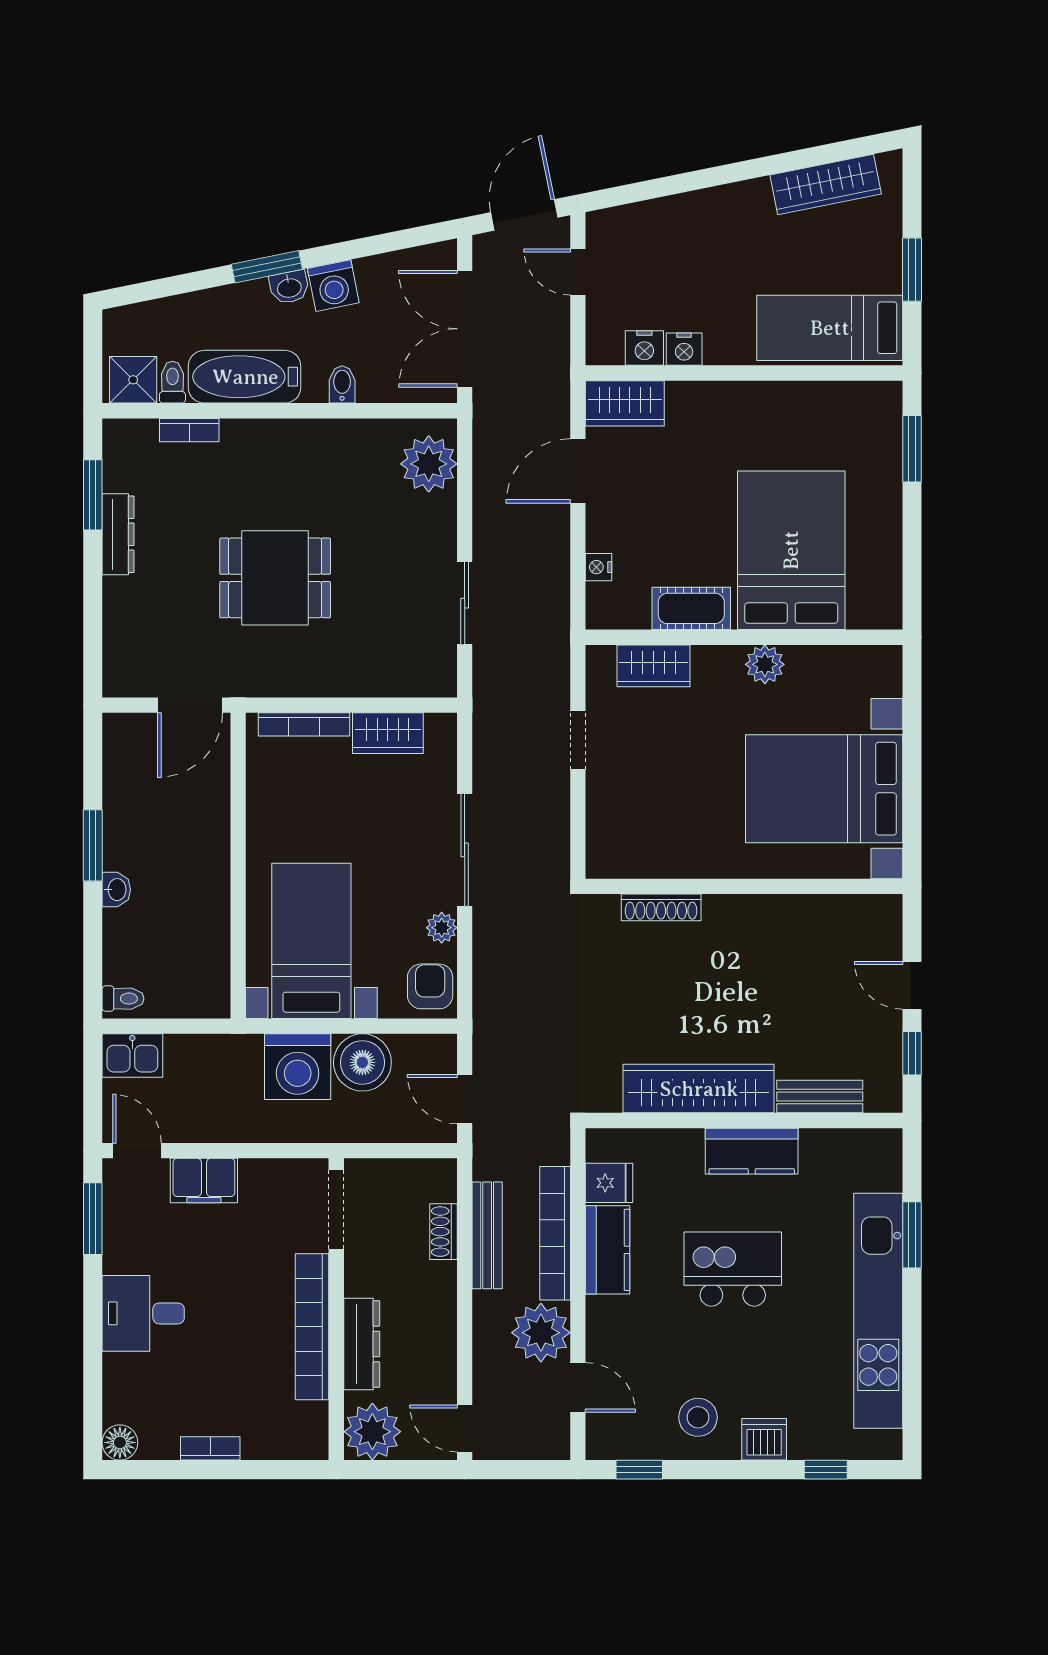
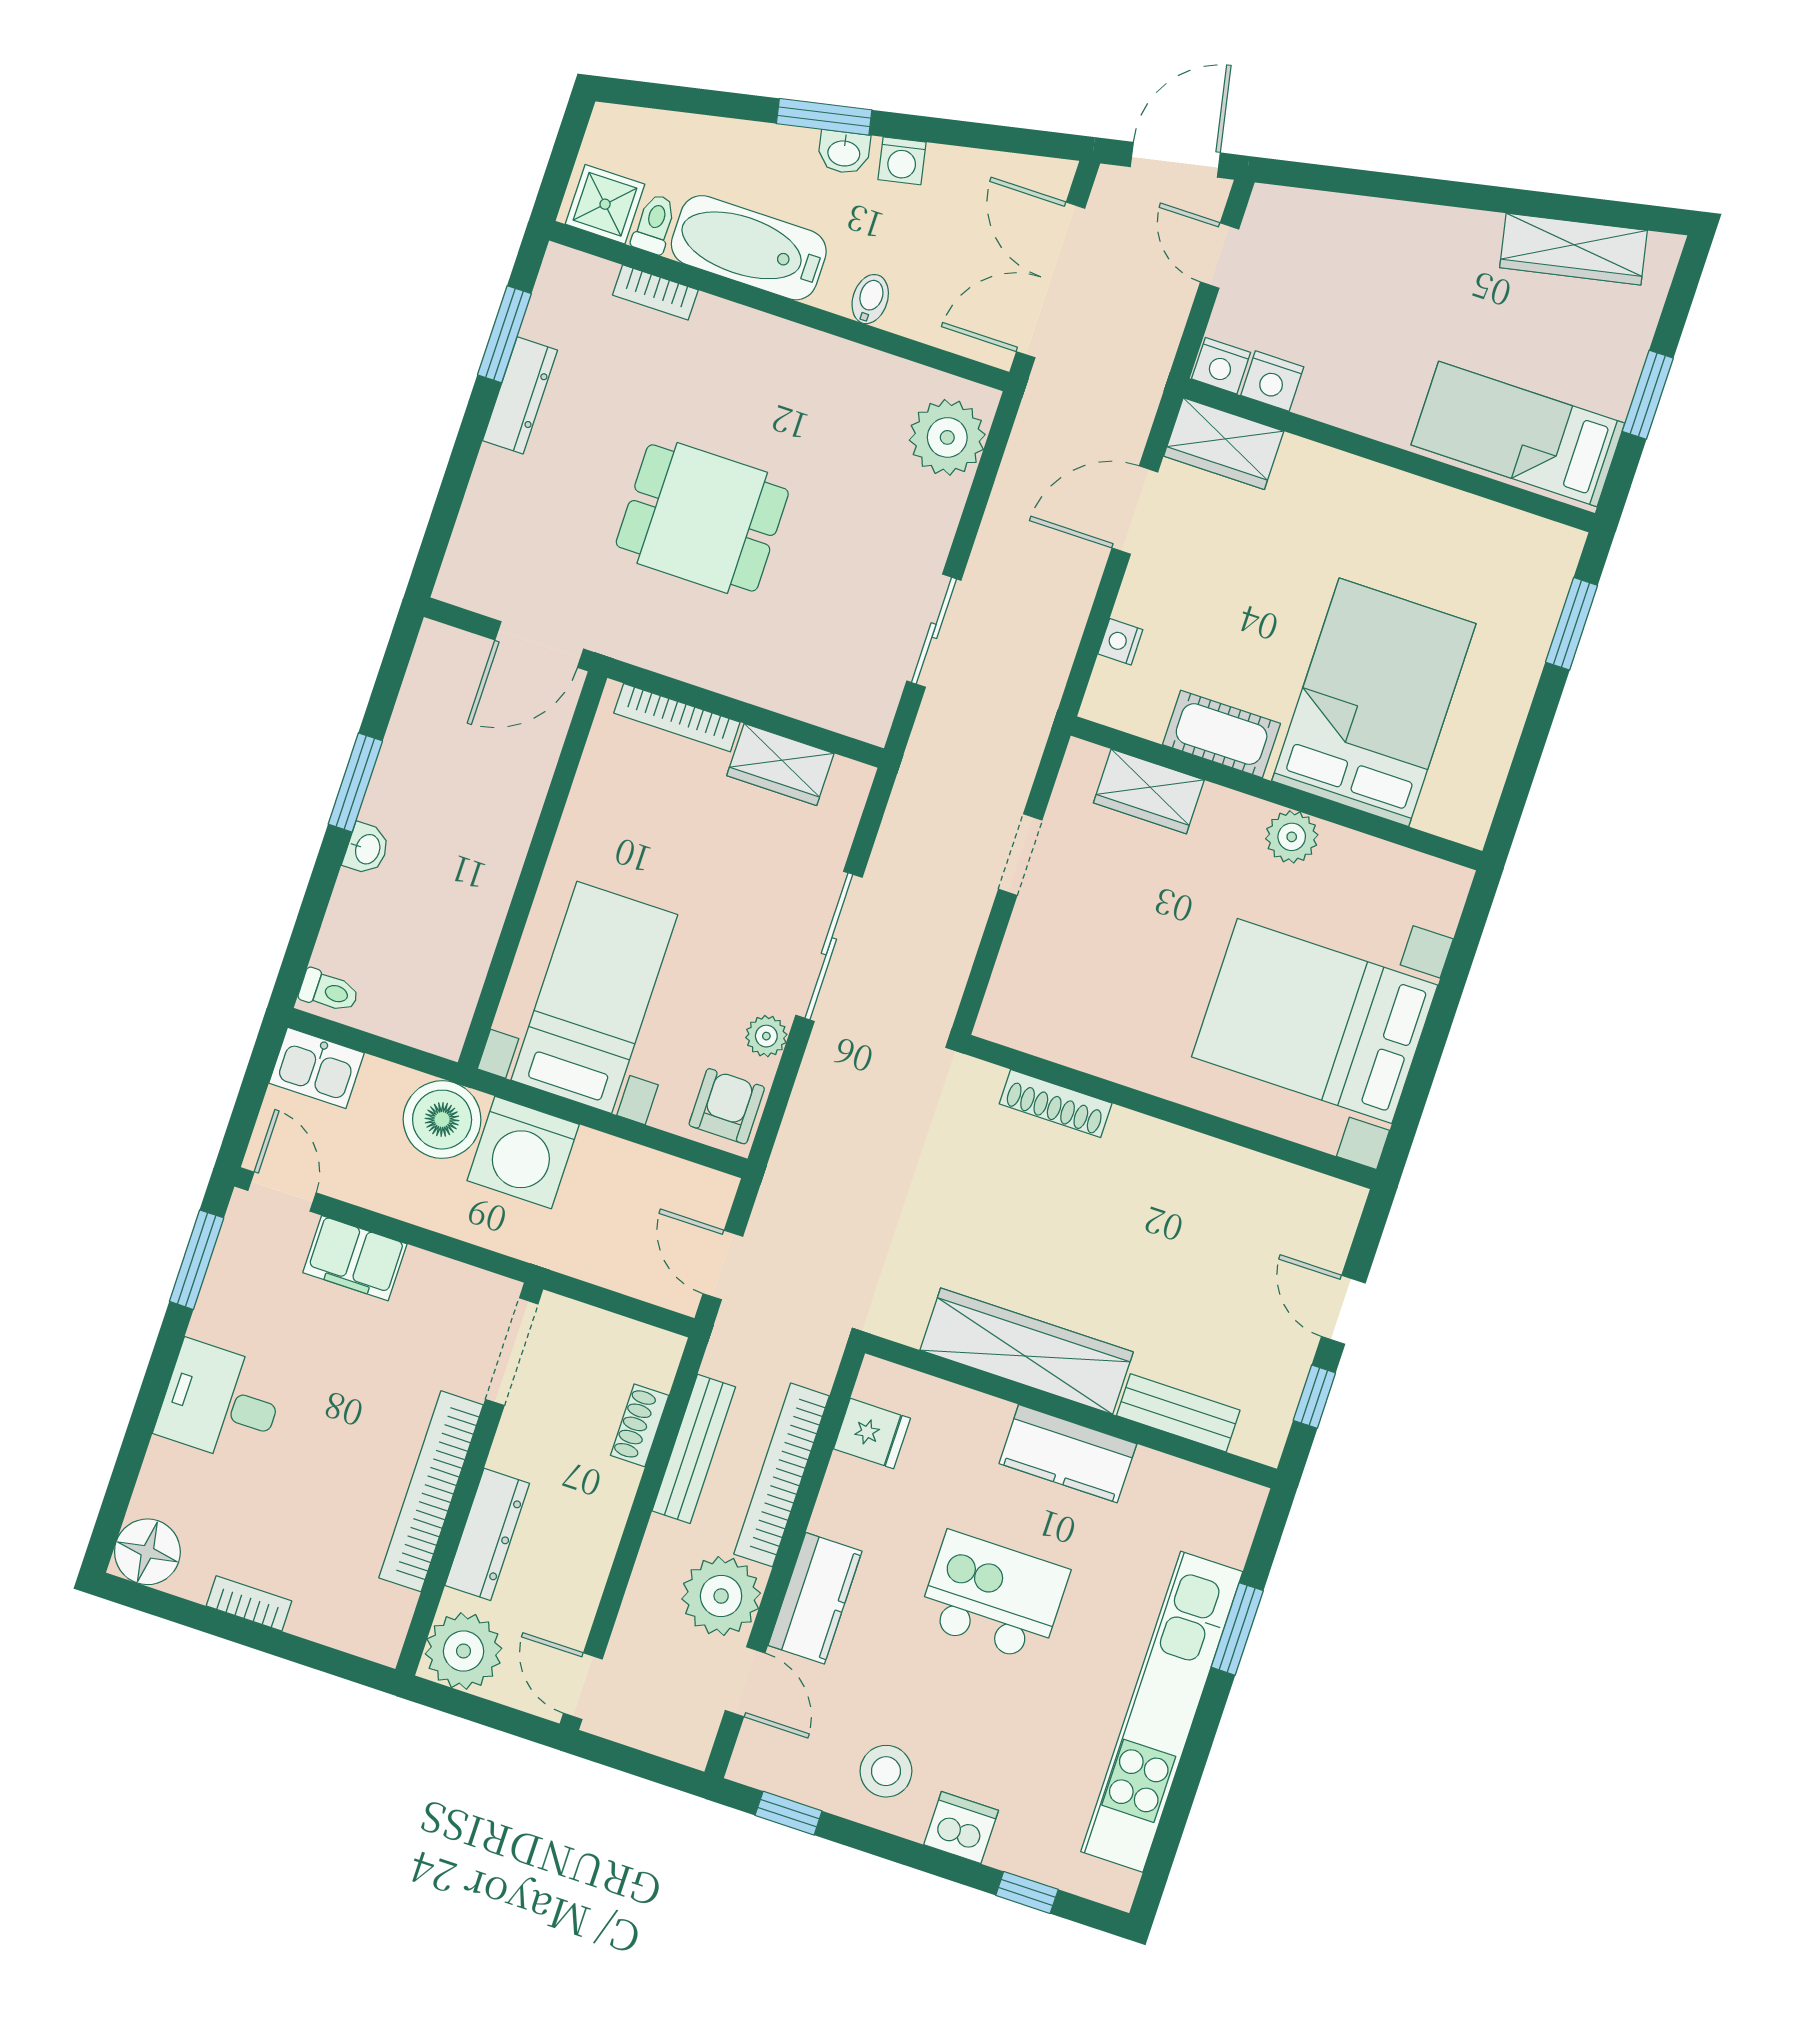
washing machine: (333, 286) -> (902, 161), width x0.73, depth x0.73
nightstand: (684, 349) -> (1221, 366), moved
boiler: (362, 1062) -> (442, 1120), moved
kitchen counter: (608, 1250) -> (815, 1598), moved
floor lamp: (120, 1442) -> (147, 1552), width x1.38, depth x1.38

